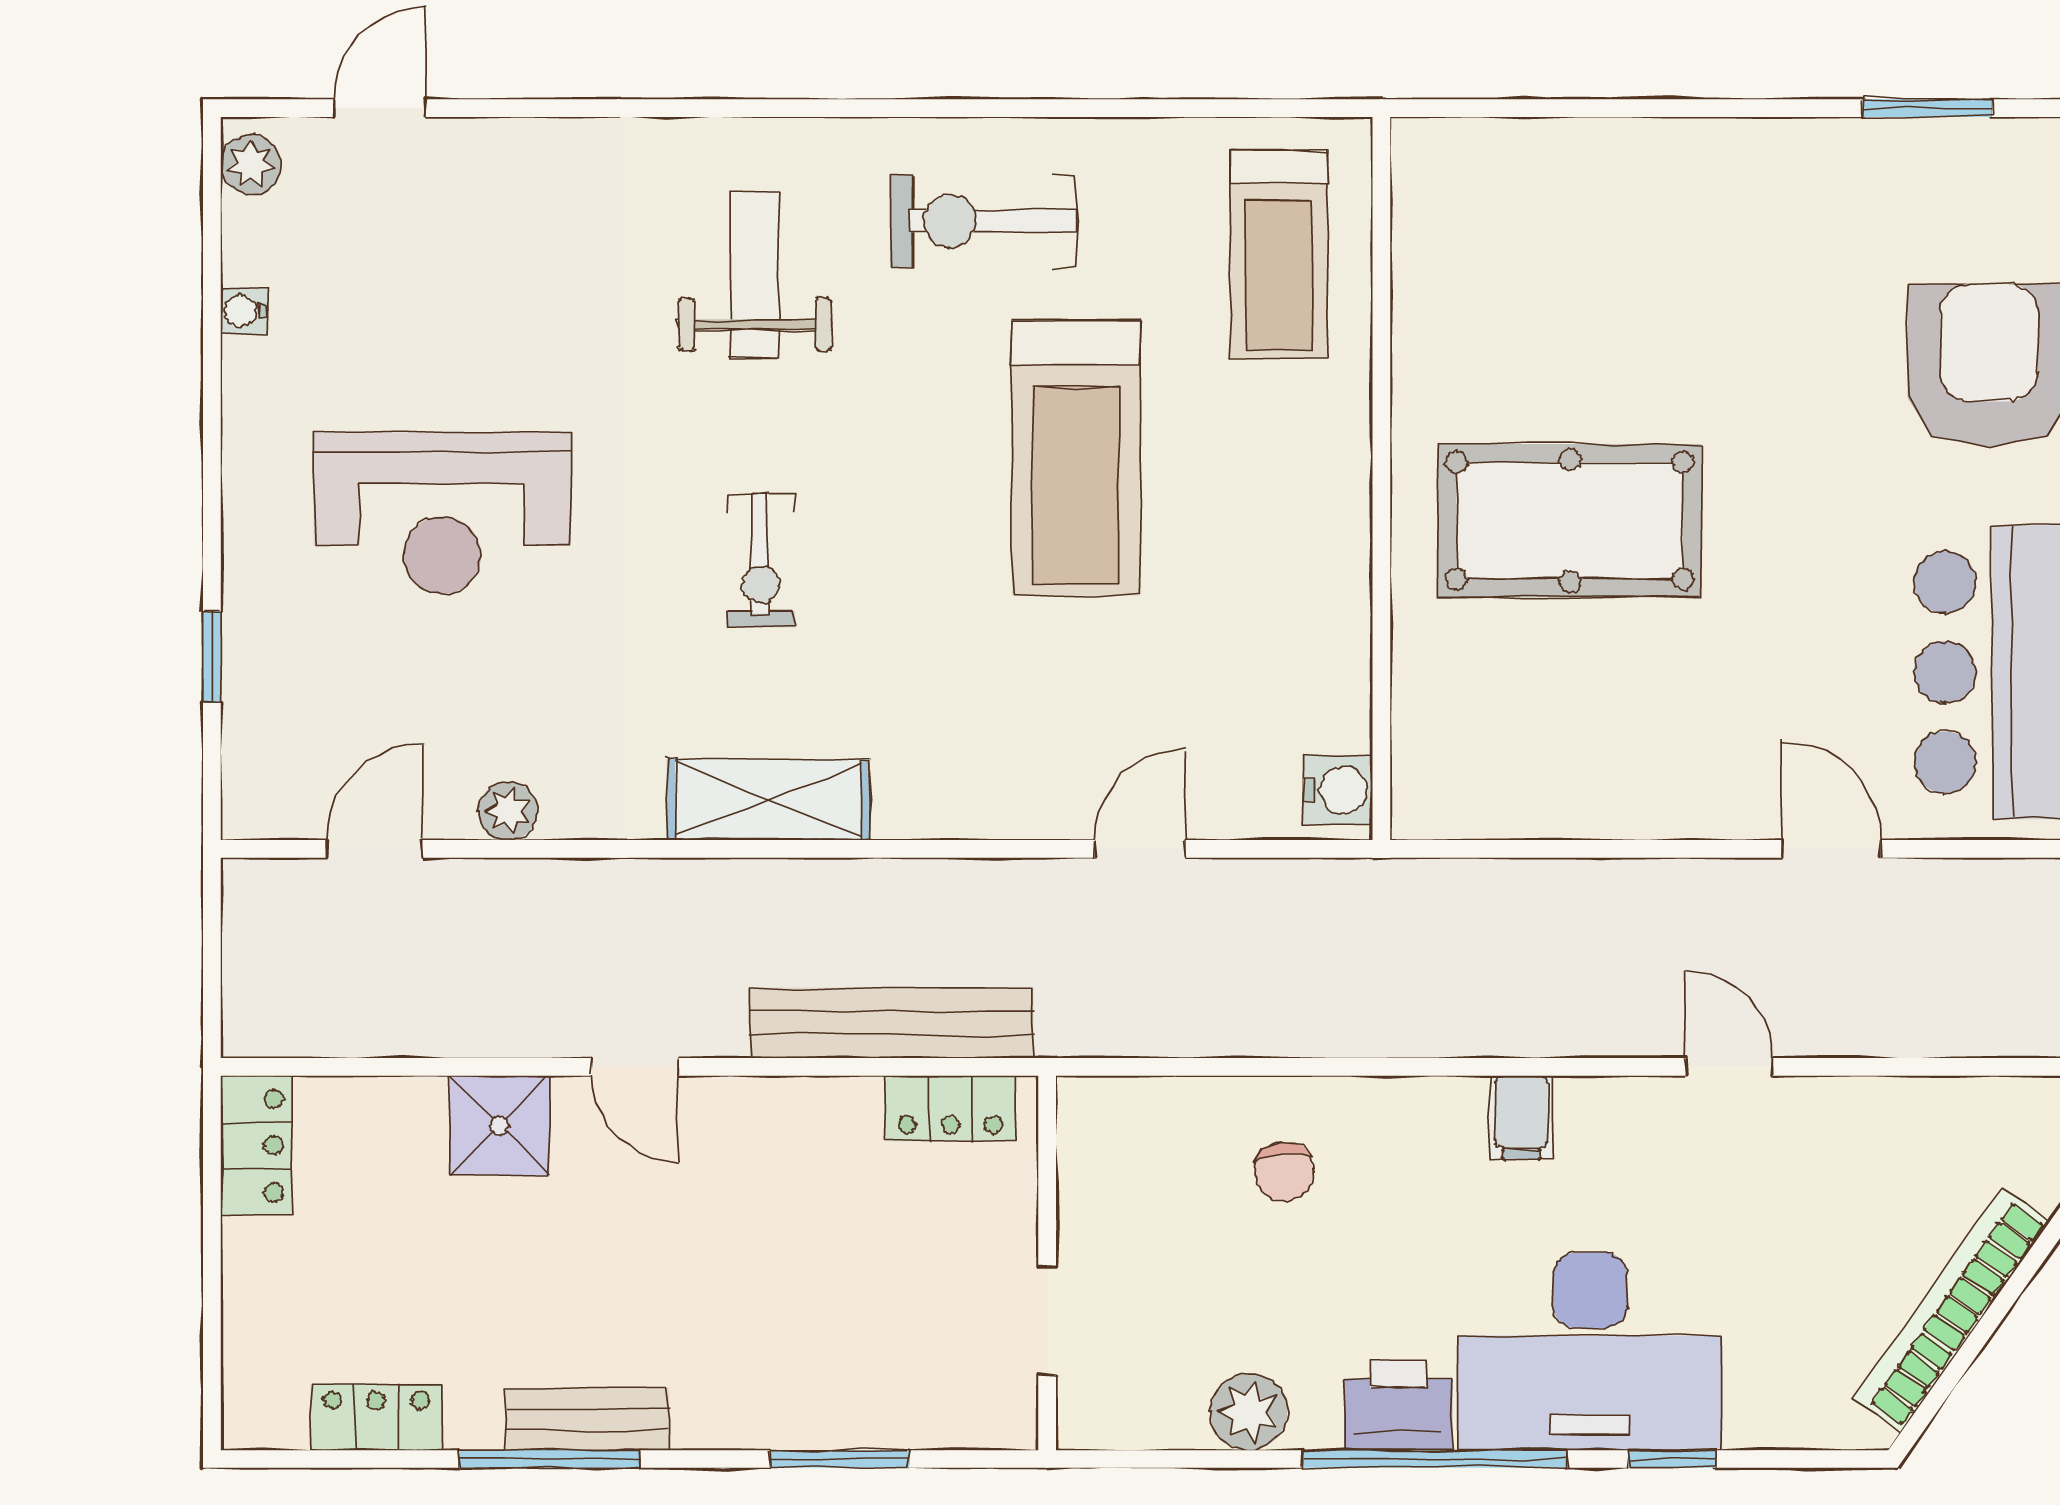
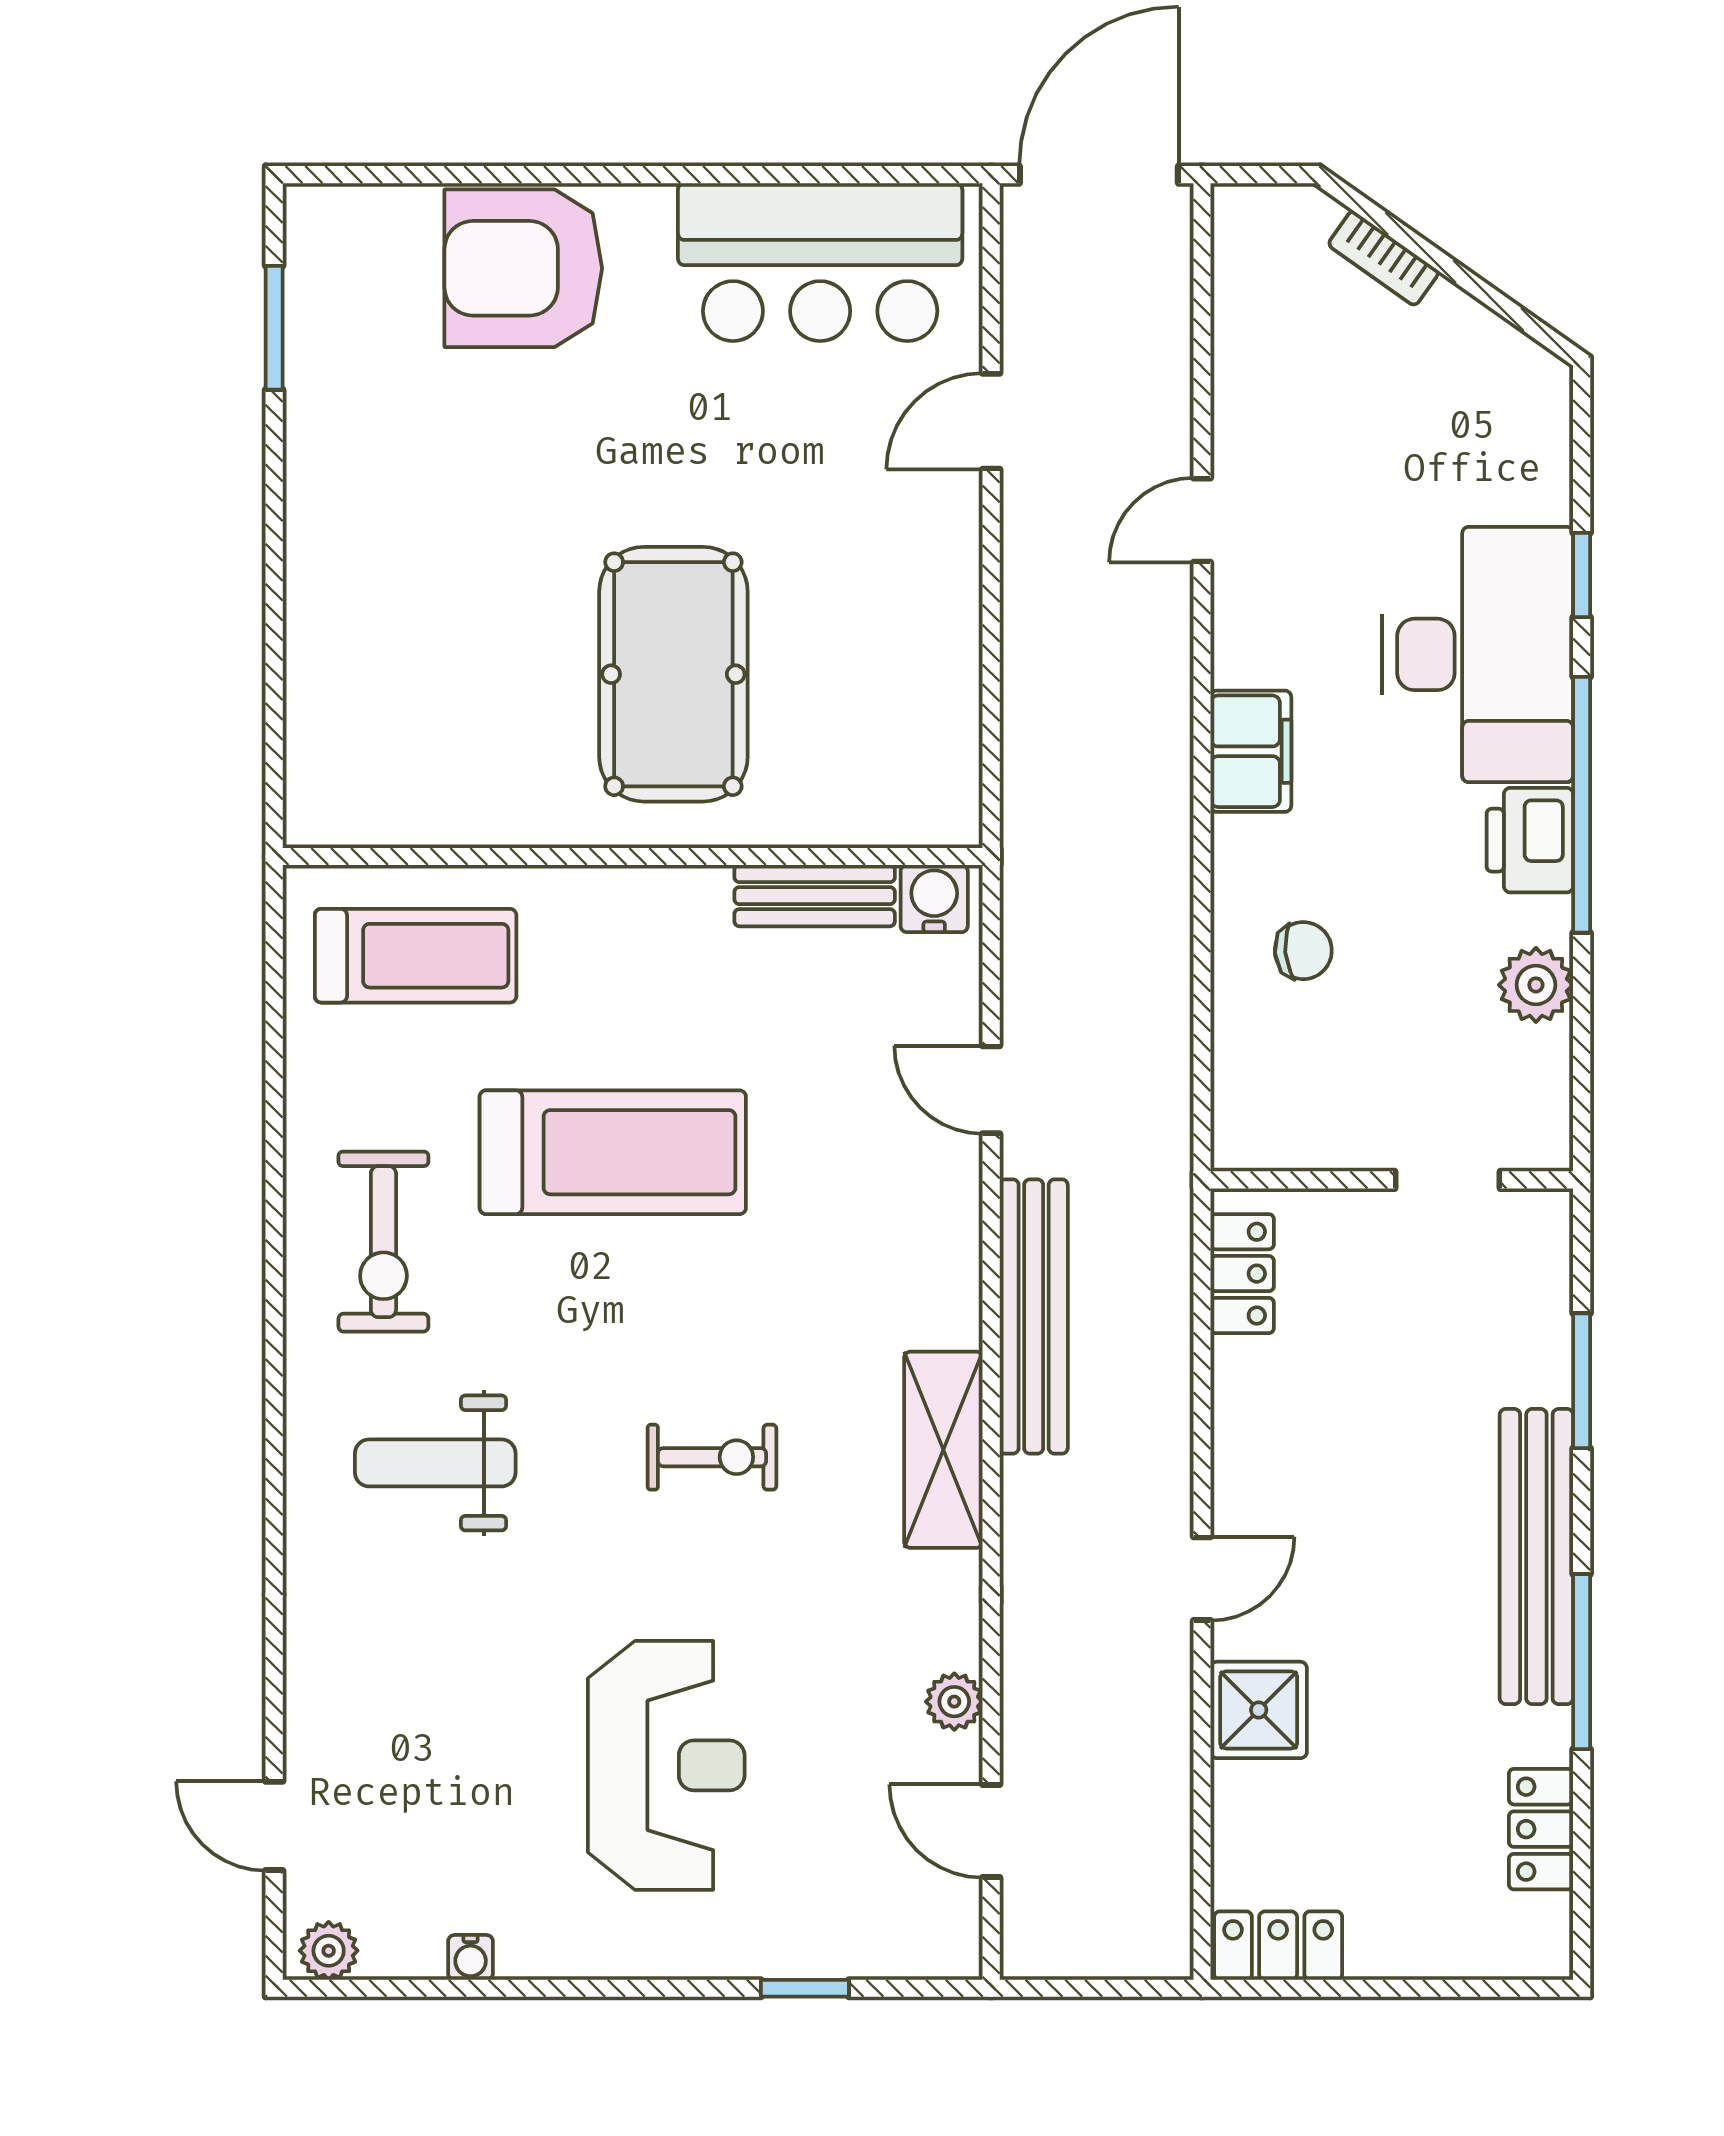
bench: (1341, 667) -> (815, 896), added
bench: (892, 1023) -> (1034, 1317), moved
filing cabinet: (1521, 1117) -> (1251, 751), width x2.00
bookcase: (1952, 1310) -> (1384, 258), width x0.43, depth x0.76
bench: (587, 1419) -> (1536, 1556), width x1.86, depth x1.21

